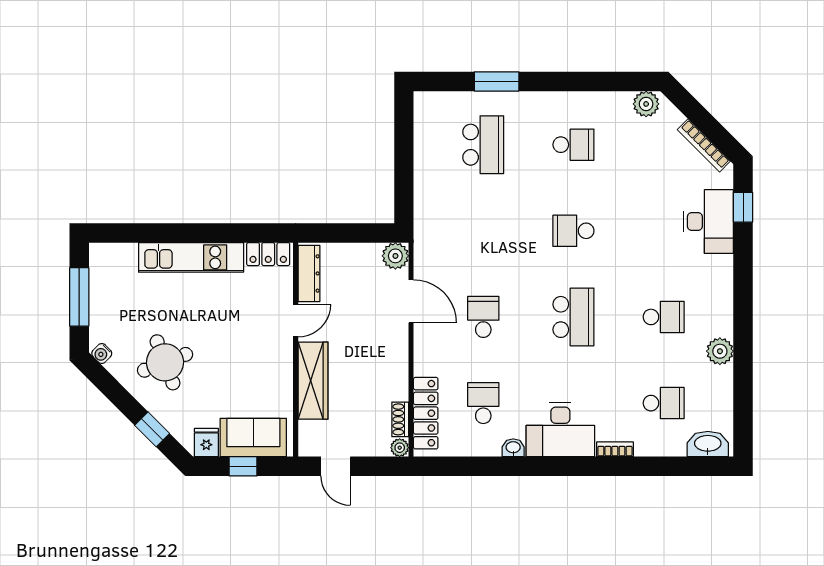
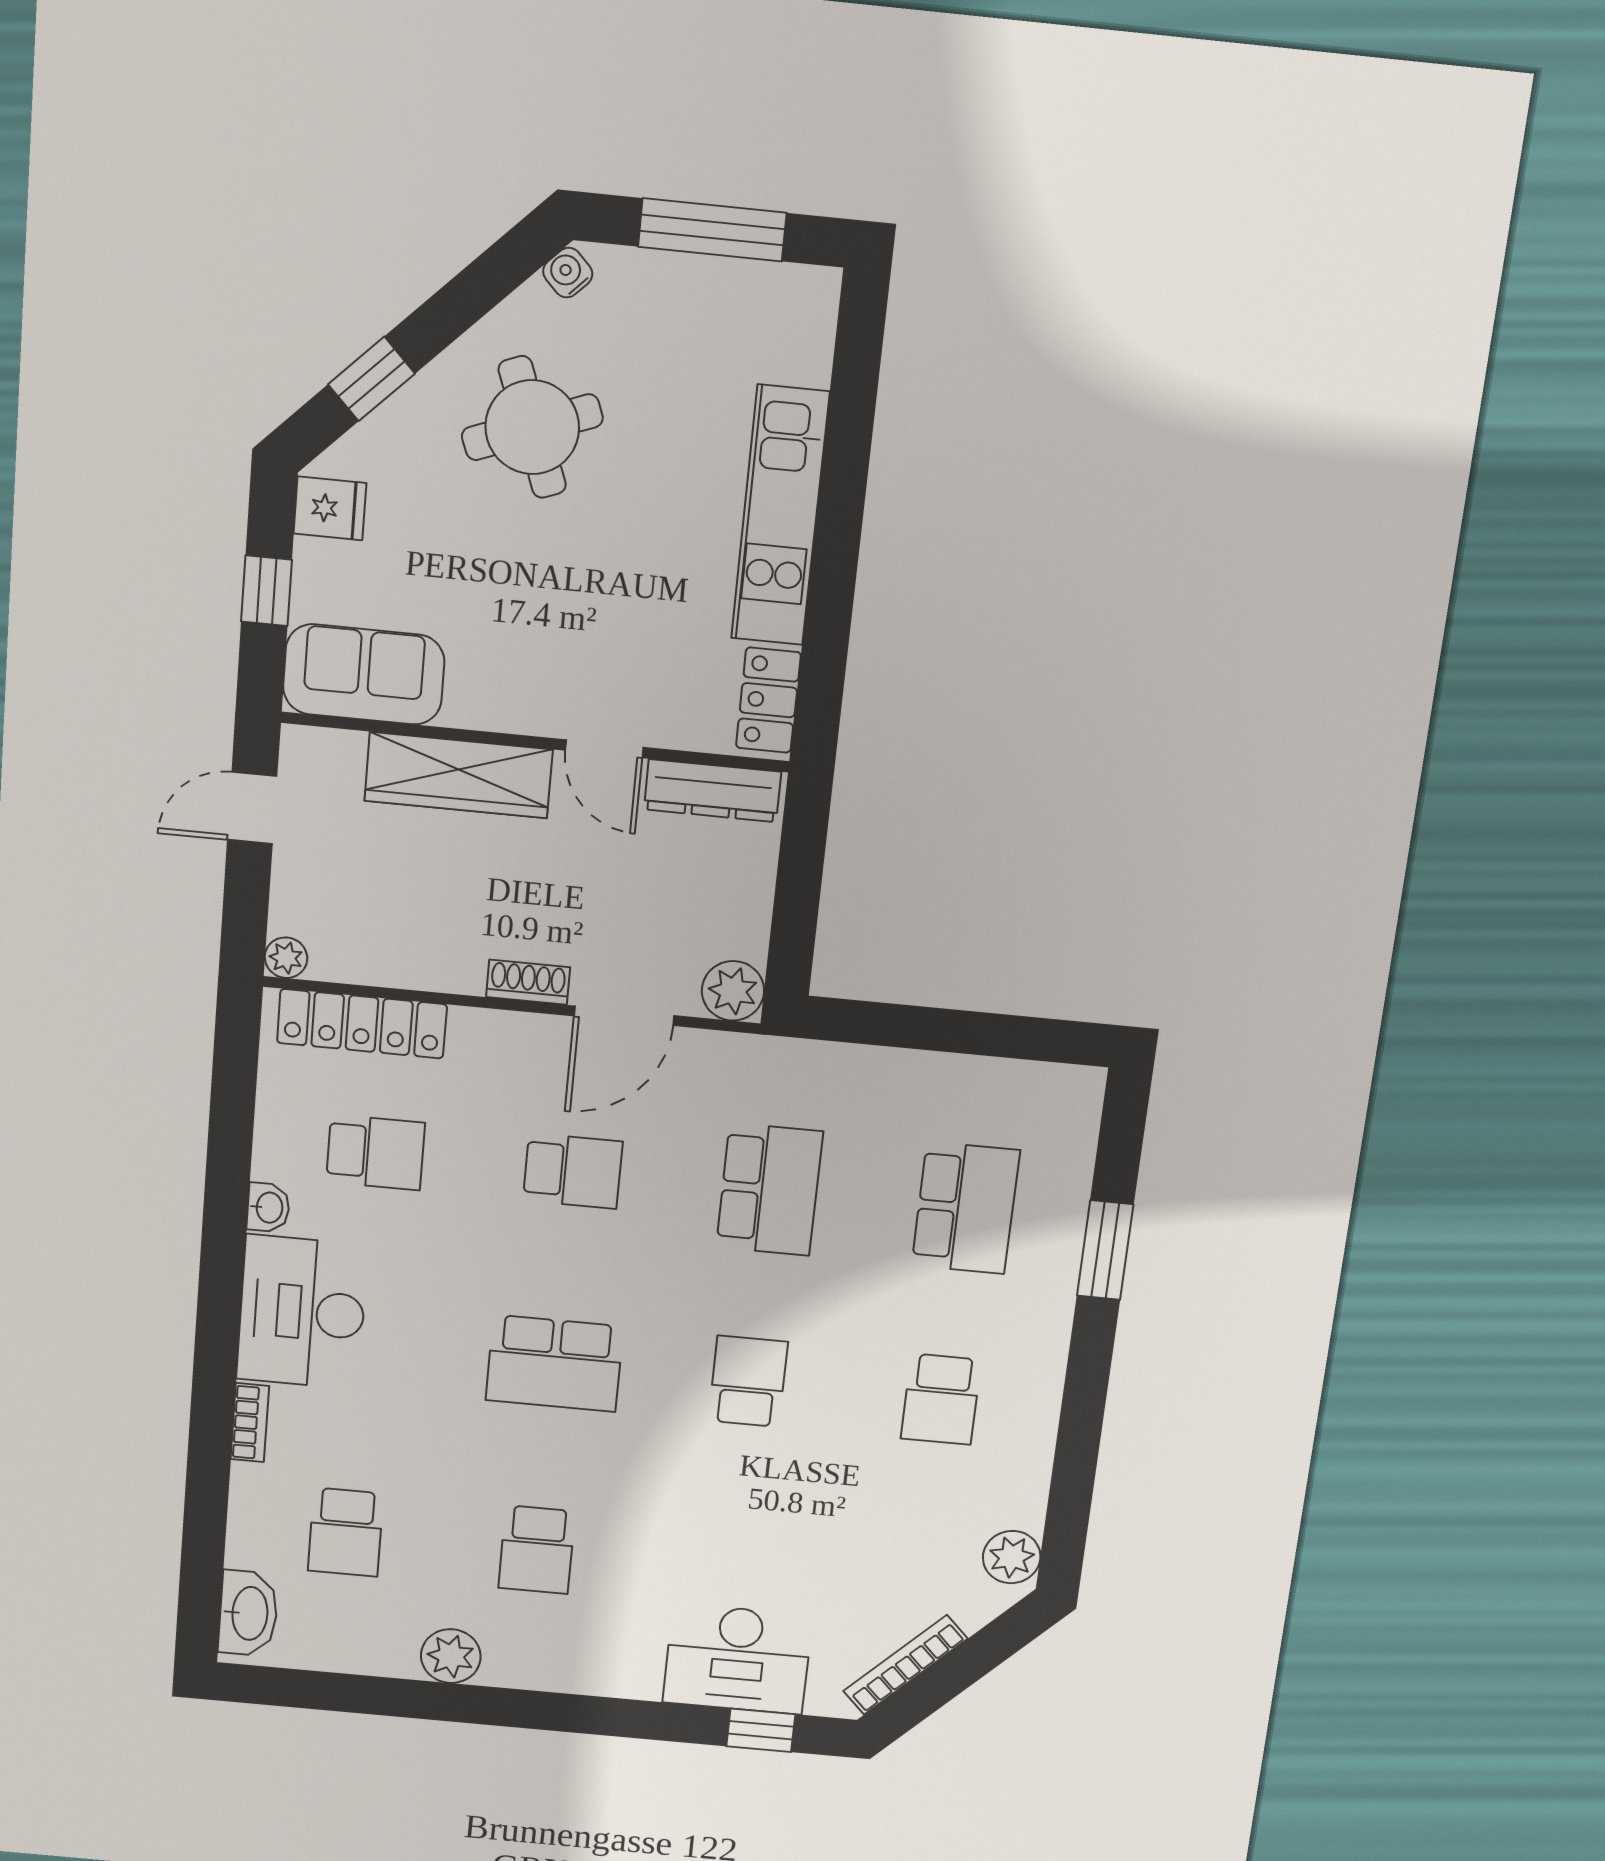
school desk: (483, 145) -> (966, 1208), turned -90
school desk: (483, 231) -> (770, 1190), added
shoe rack: (400, 419) -> (528, 982), moved
sofa: (253, 438) -> (364, 674), moved, turned -90

